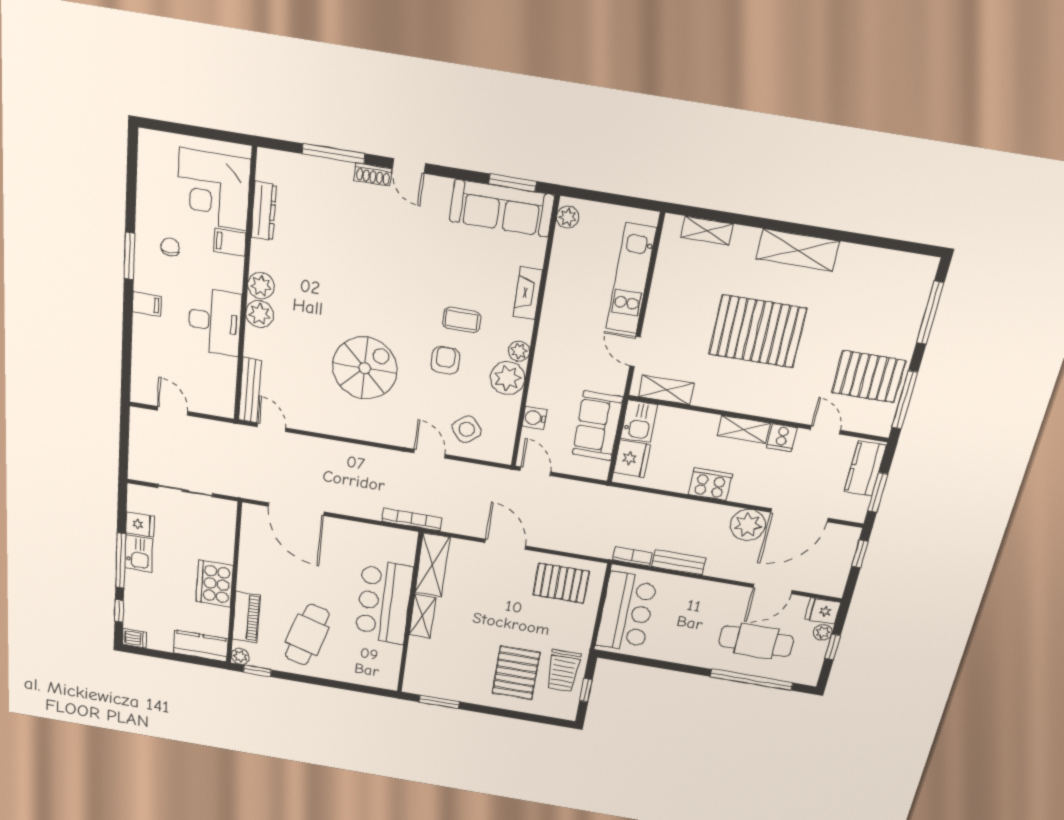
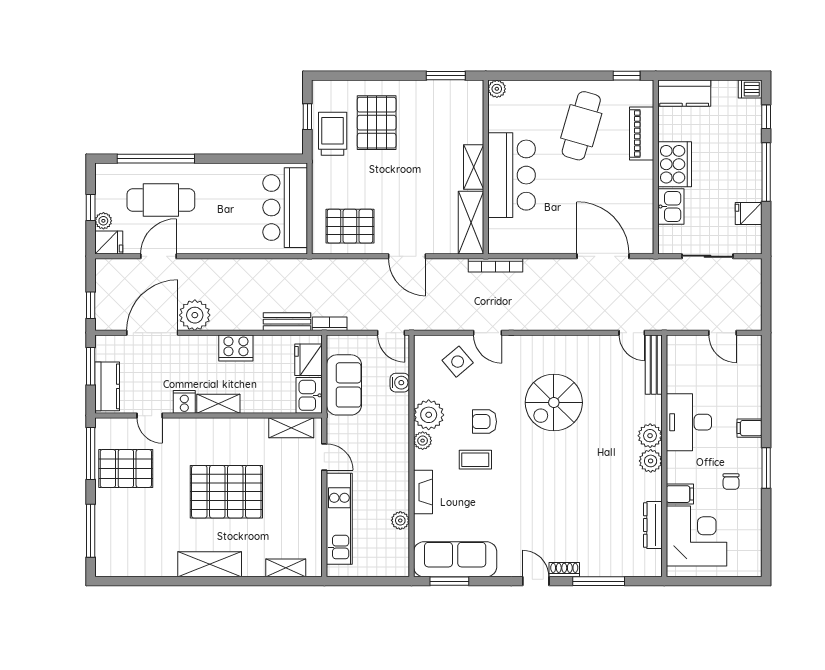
plant: (568, 217) -> (400, 520), moved
armchair: (445, 360) -> (485, 422), turned 90
kitchen sink: (139, 553) -> (671, 207), moved, turned 180
bookcase: (632, 556) -> (330, 324), moved, turned 180
bench: (679, 562) -> (287, 322), moved
plant: (240, 656) -> (497, 89), moved

